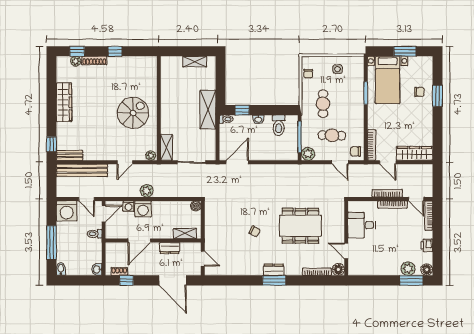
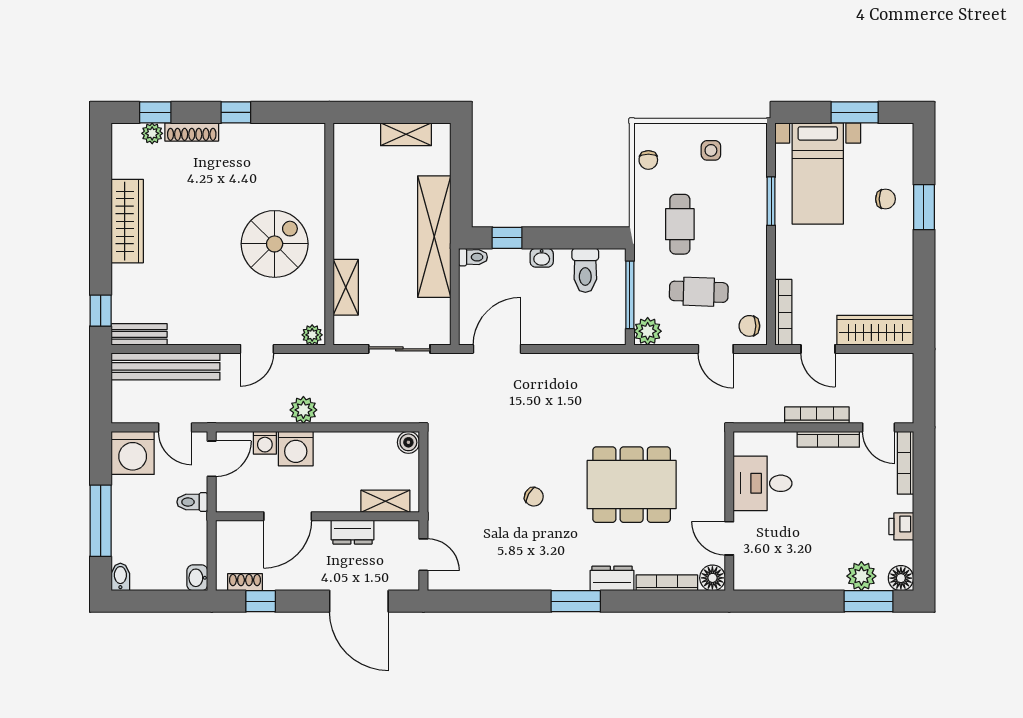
shelving: (208, 110) -> (434, 237), width x1.47
shelving: (166, 147) -> (346, 287), moved
dresser: (274, 270) -> (612, 578), moved

